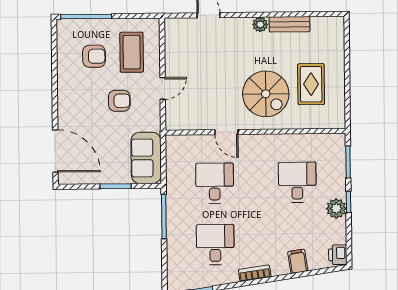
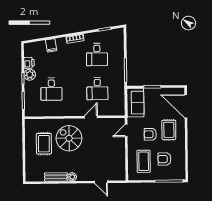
door: (163, 88) -> (126, 130), moved
rug: (86, 109) -> (169, 130), added
door: (226, 132) -> (91, 117), hinge flipped
printer: (338, 255) -> (29, 63), moved

